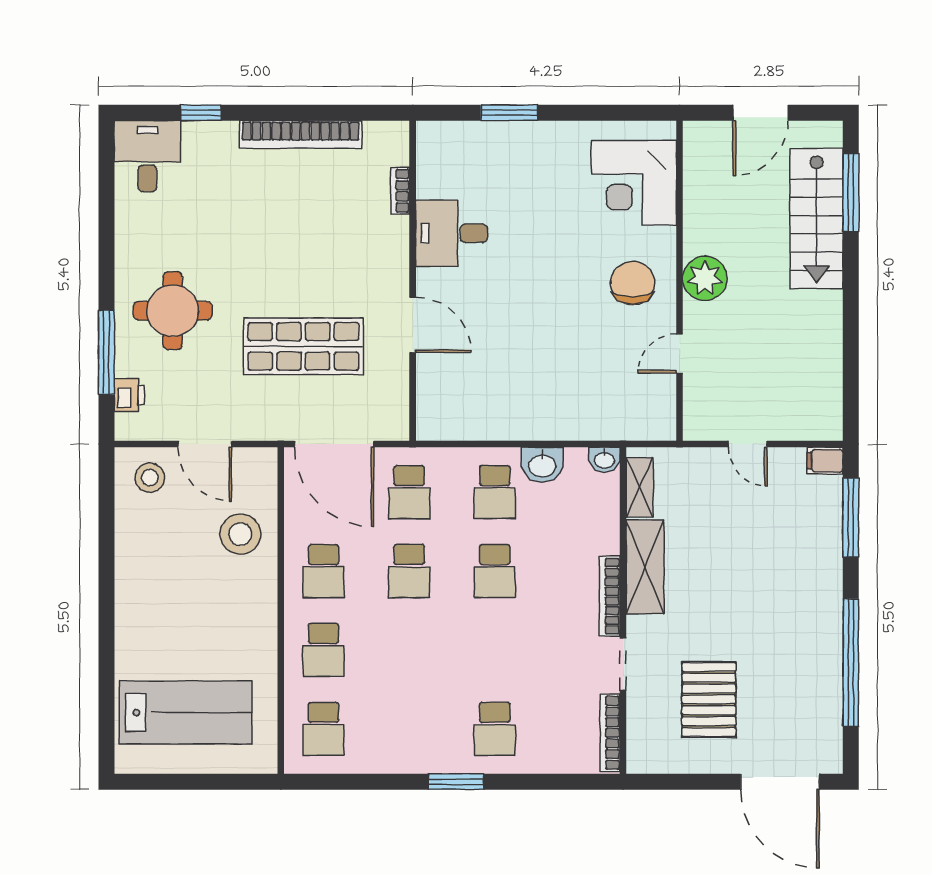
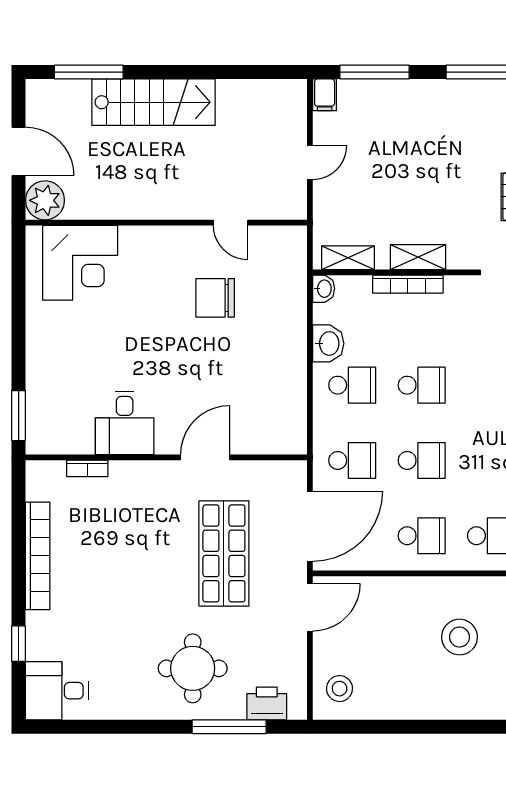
window: (509, 113) -> (19, 416), moved
stairs: (816, 218) -> (153, 102), moved
plant: (705, 278) -> (45, 200), moved
chair: (633, 283) -> (215, 298), moved
printer: (129, 395) -> (267, 703), width x1.36, depth x1.24
door: (205, 444) -> (310, 607), moved
stool: (240, 534) -> (459, 637), moved
shelving: (645, 567) -> (418, 257), width x0.67, depth x0.75
bookcase: (610, 596) -> (408, 284), moved

